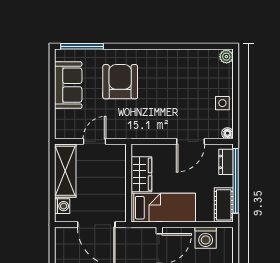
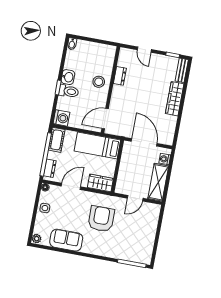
armchair: (120, 82) -> (101, 219), moved, turned 180
sofa: (68, 85) -> (66, 240), moved, turned 90
wardrobe: (141, 174) -> (100, 183), moved, turned 90
washing machine: (206, 238) -> (61, 118), moved, turned 90

